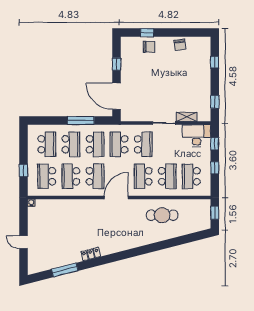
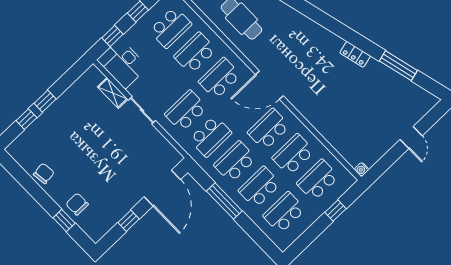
window: (215, 102) -> (45, 101), moved
school desk: (47, 176) -> (318, 180), turned 180
school desk: (71, 176) -> (293, 155), turned 180
school desk: (143, 176) -> (220, 78), turned 180

